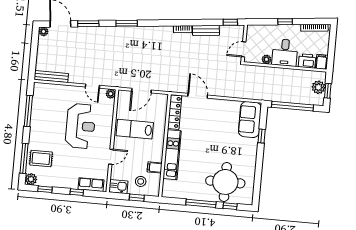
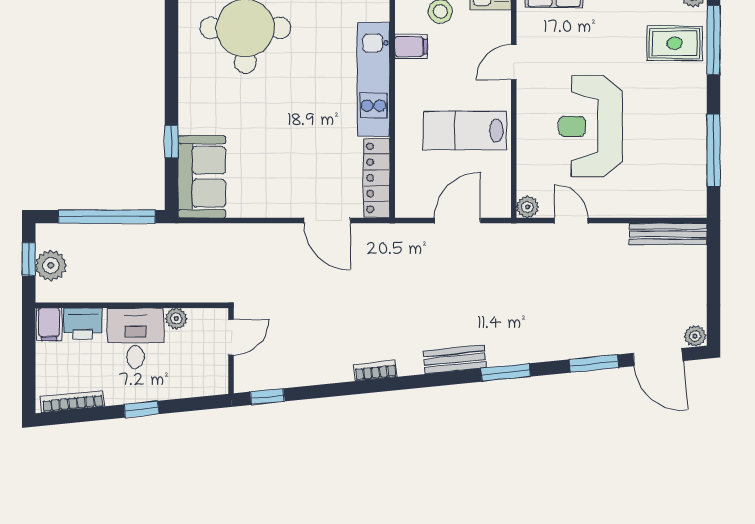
bench: (206, 30) -> (455, 359), moved
lab bench: (135, 129) -> (465, 131), turned 180

